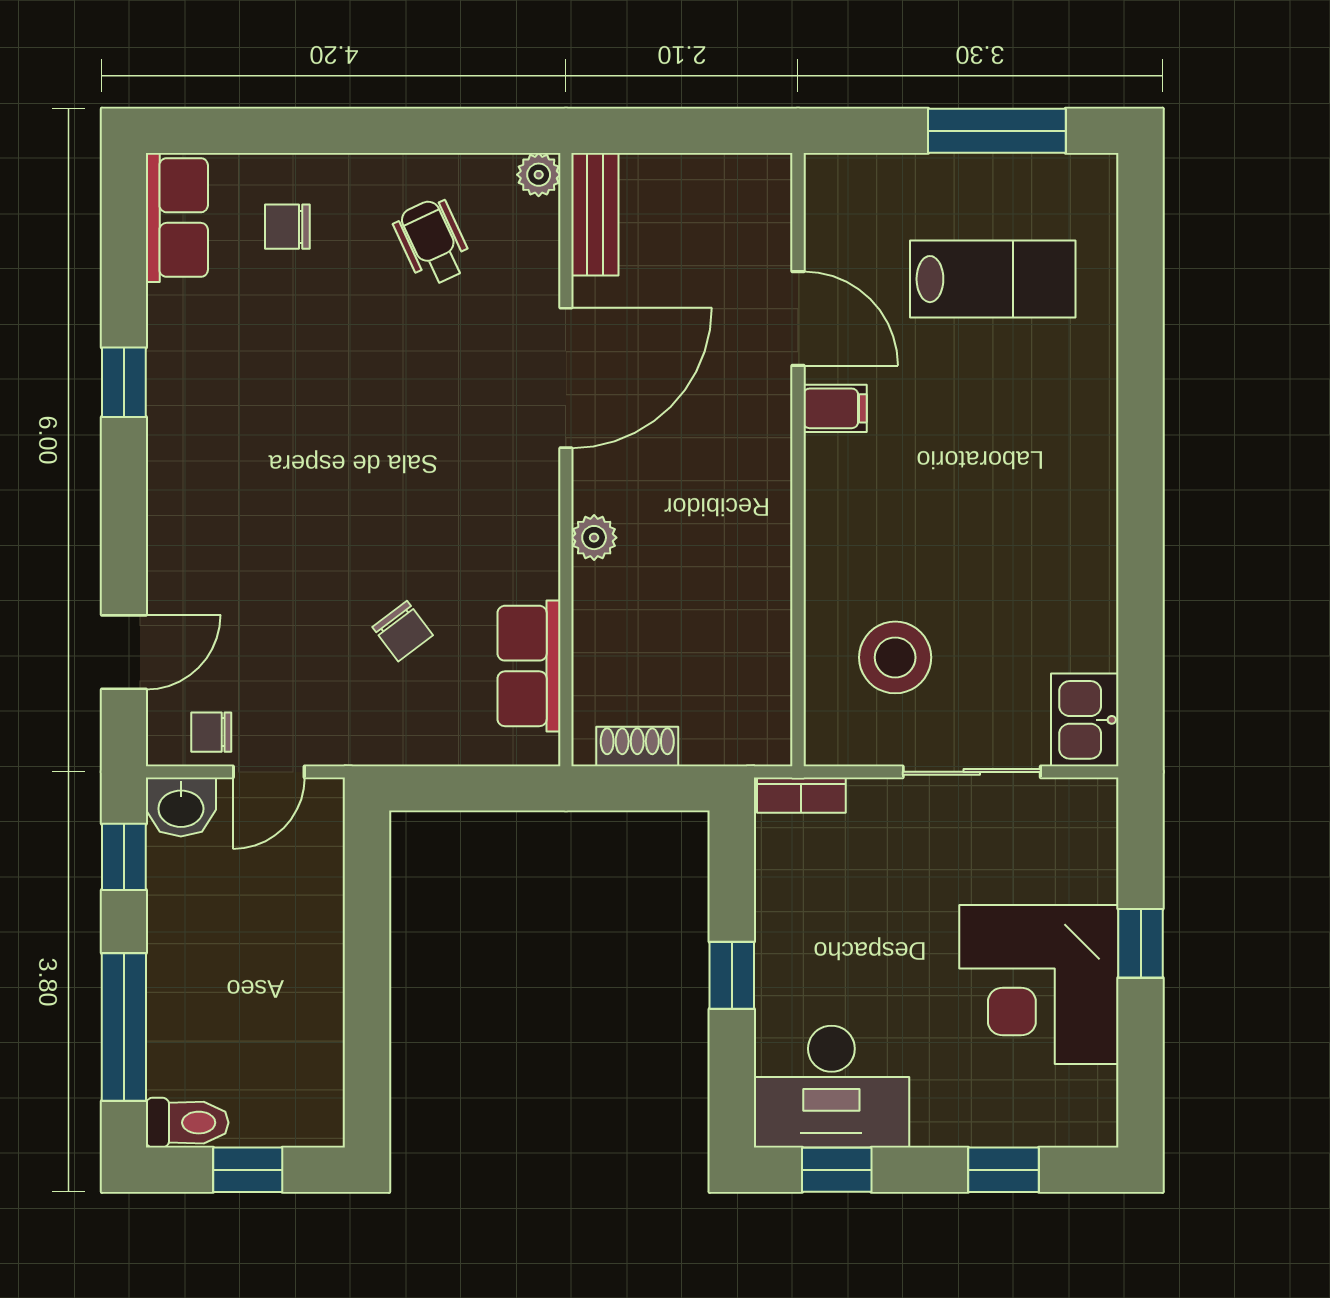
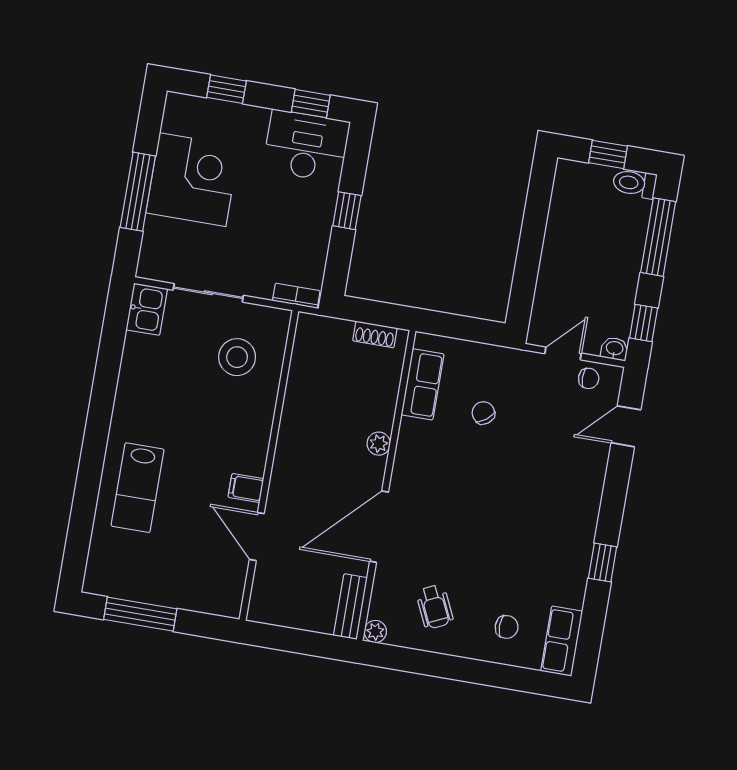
lab bench: (993, 279) -> (138, 488), moved, turned -90
washbasin: (181, 807) -> (615, 349), width x0.72, depth x0.69
window: (1141, 943) -> (138, 192), width x2.17

